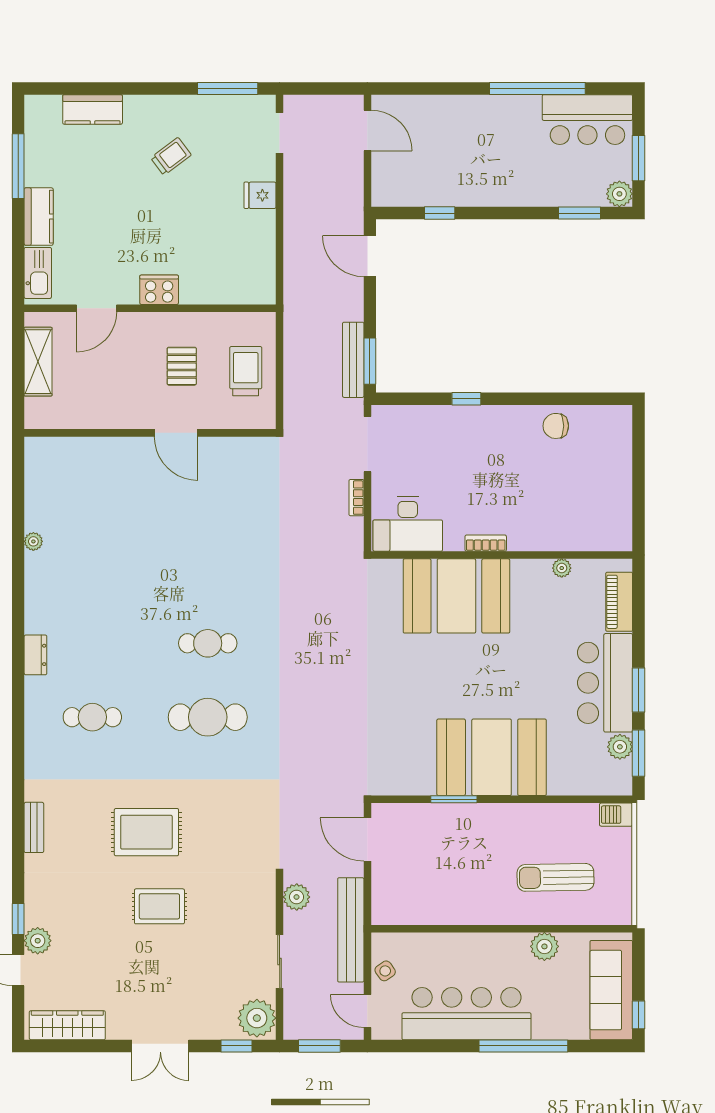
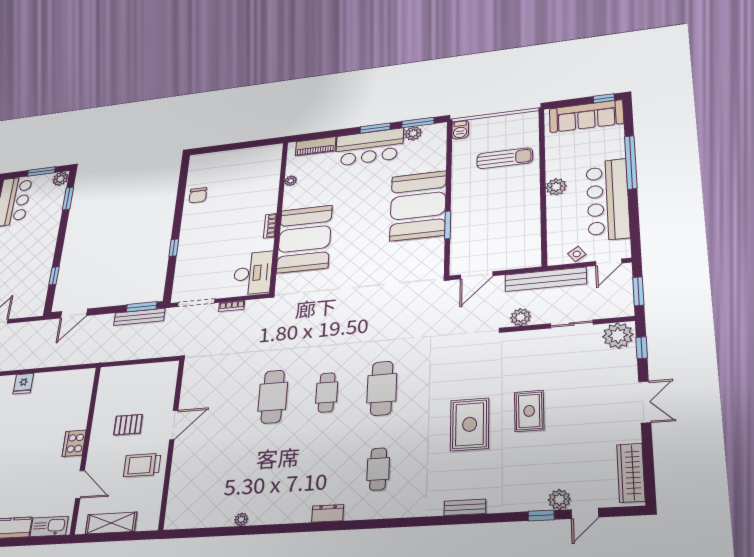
trolley: (246, 371) -> (142, 465), moved
cafe table: (208, 569) -> (273, 397), added
sun lounger: (556, 877) -> (505, 158), turned -89
plant: (544, 946) -> (556, 187), moved

